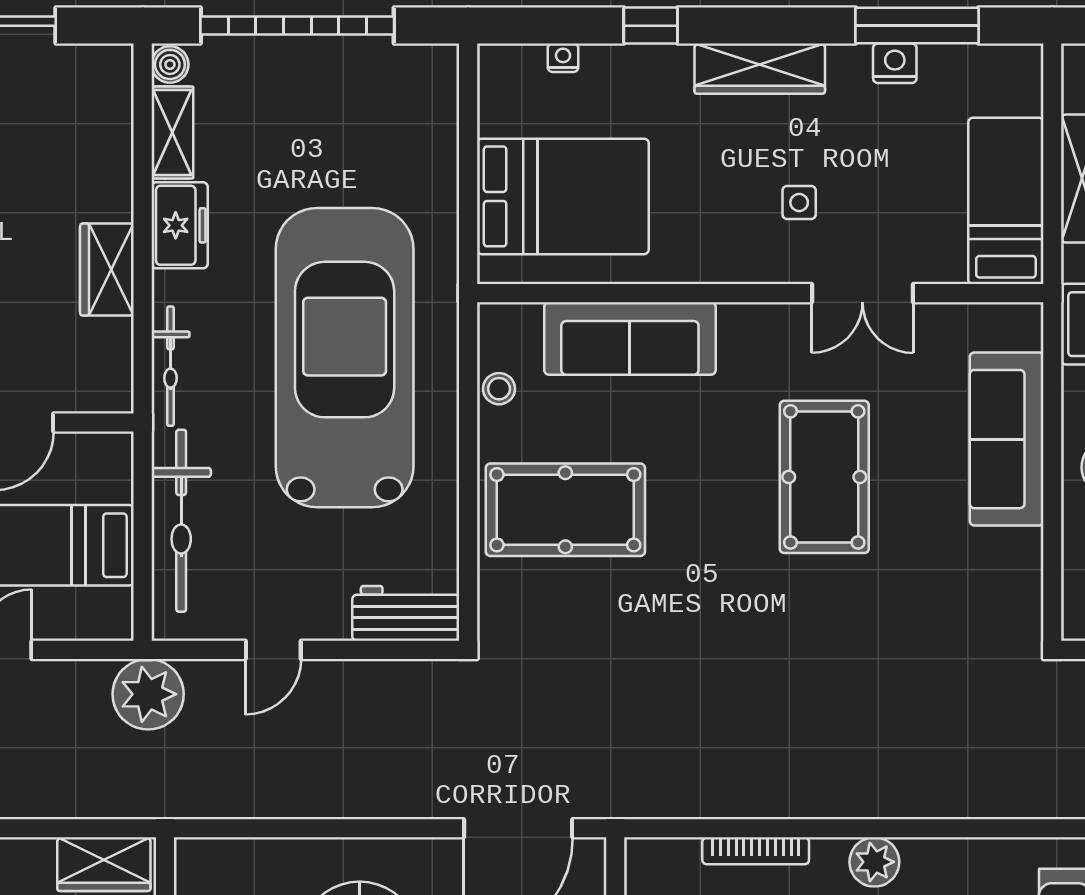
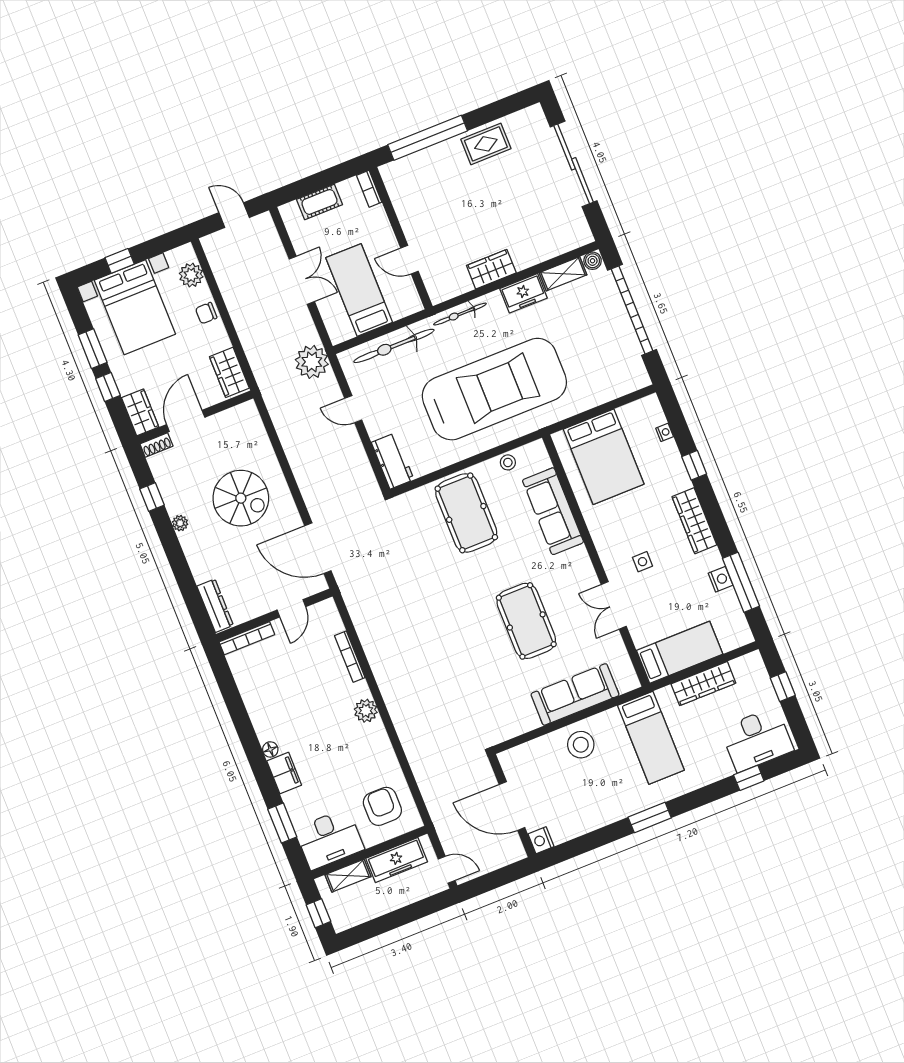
pool table: (824, 477) -> (526, 621), turned 90

